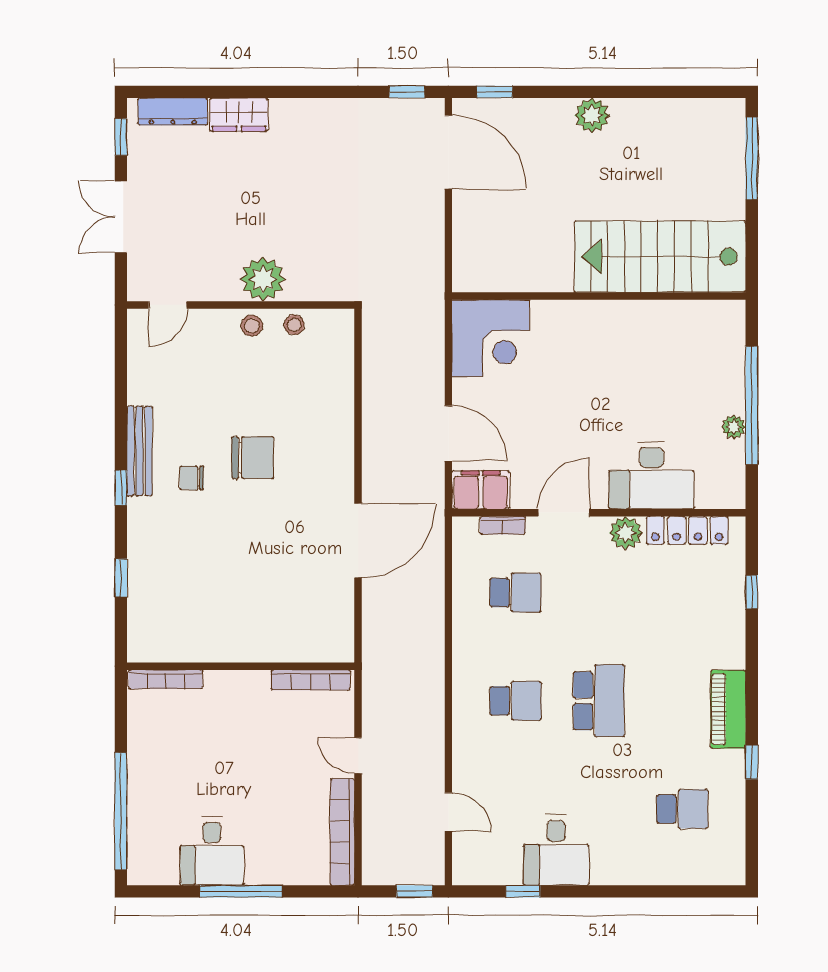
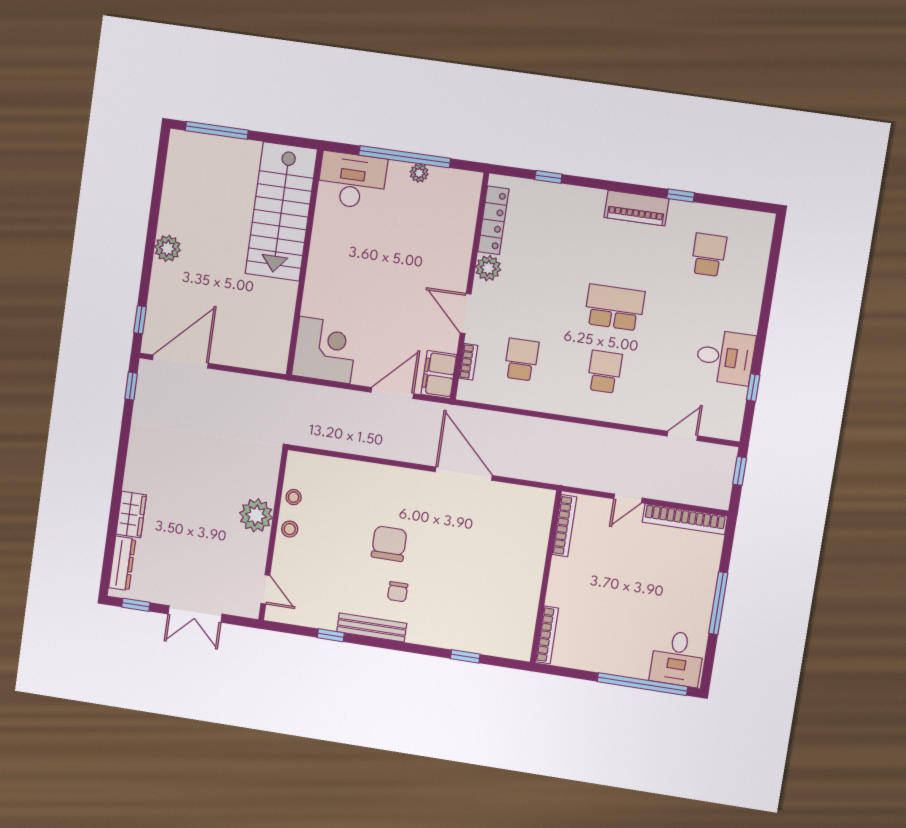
desk: (652, 476) -> (352, 181), moved, turned -90
window: (121, 488) -> (331, 635), moved
desk: (212, 851) -> (677, 658), moved, turned 90

